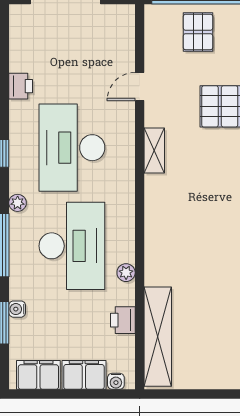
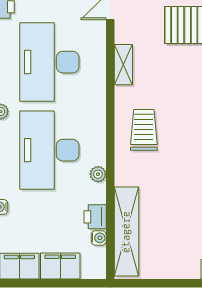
trolley: (177, 223) -> (144, 130), added
desk: (72, 246) -> (49, 150), turned 180
water cooler: (116, 381) -> (99, 238), moved, turned -90

